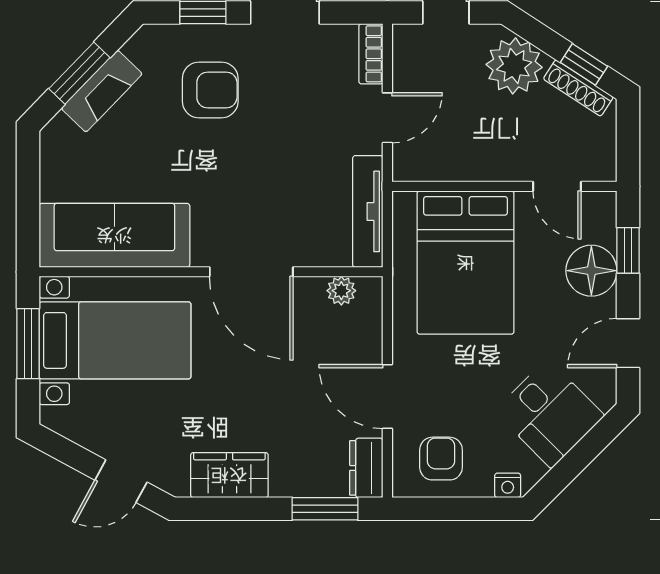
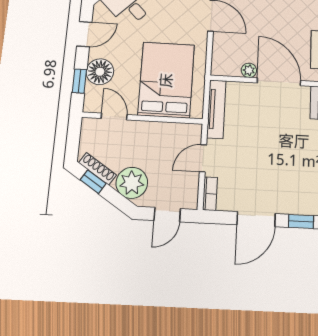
armchair: (210, 90) -> (298, 178), removed
plant: (341, 291) -> (249, 70), moved

